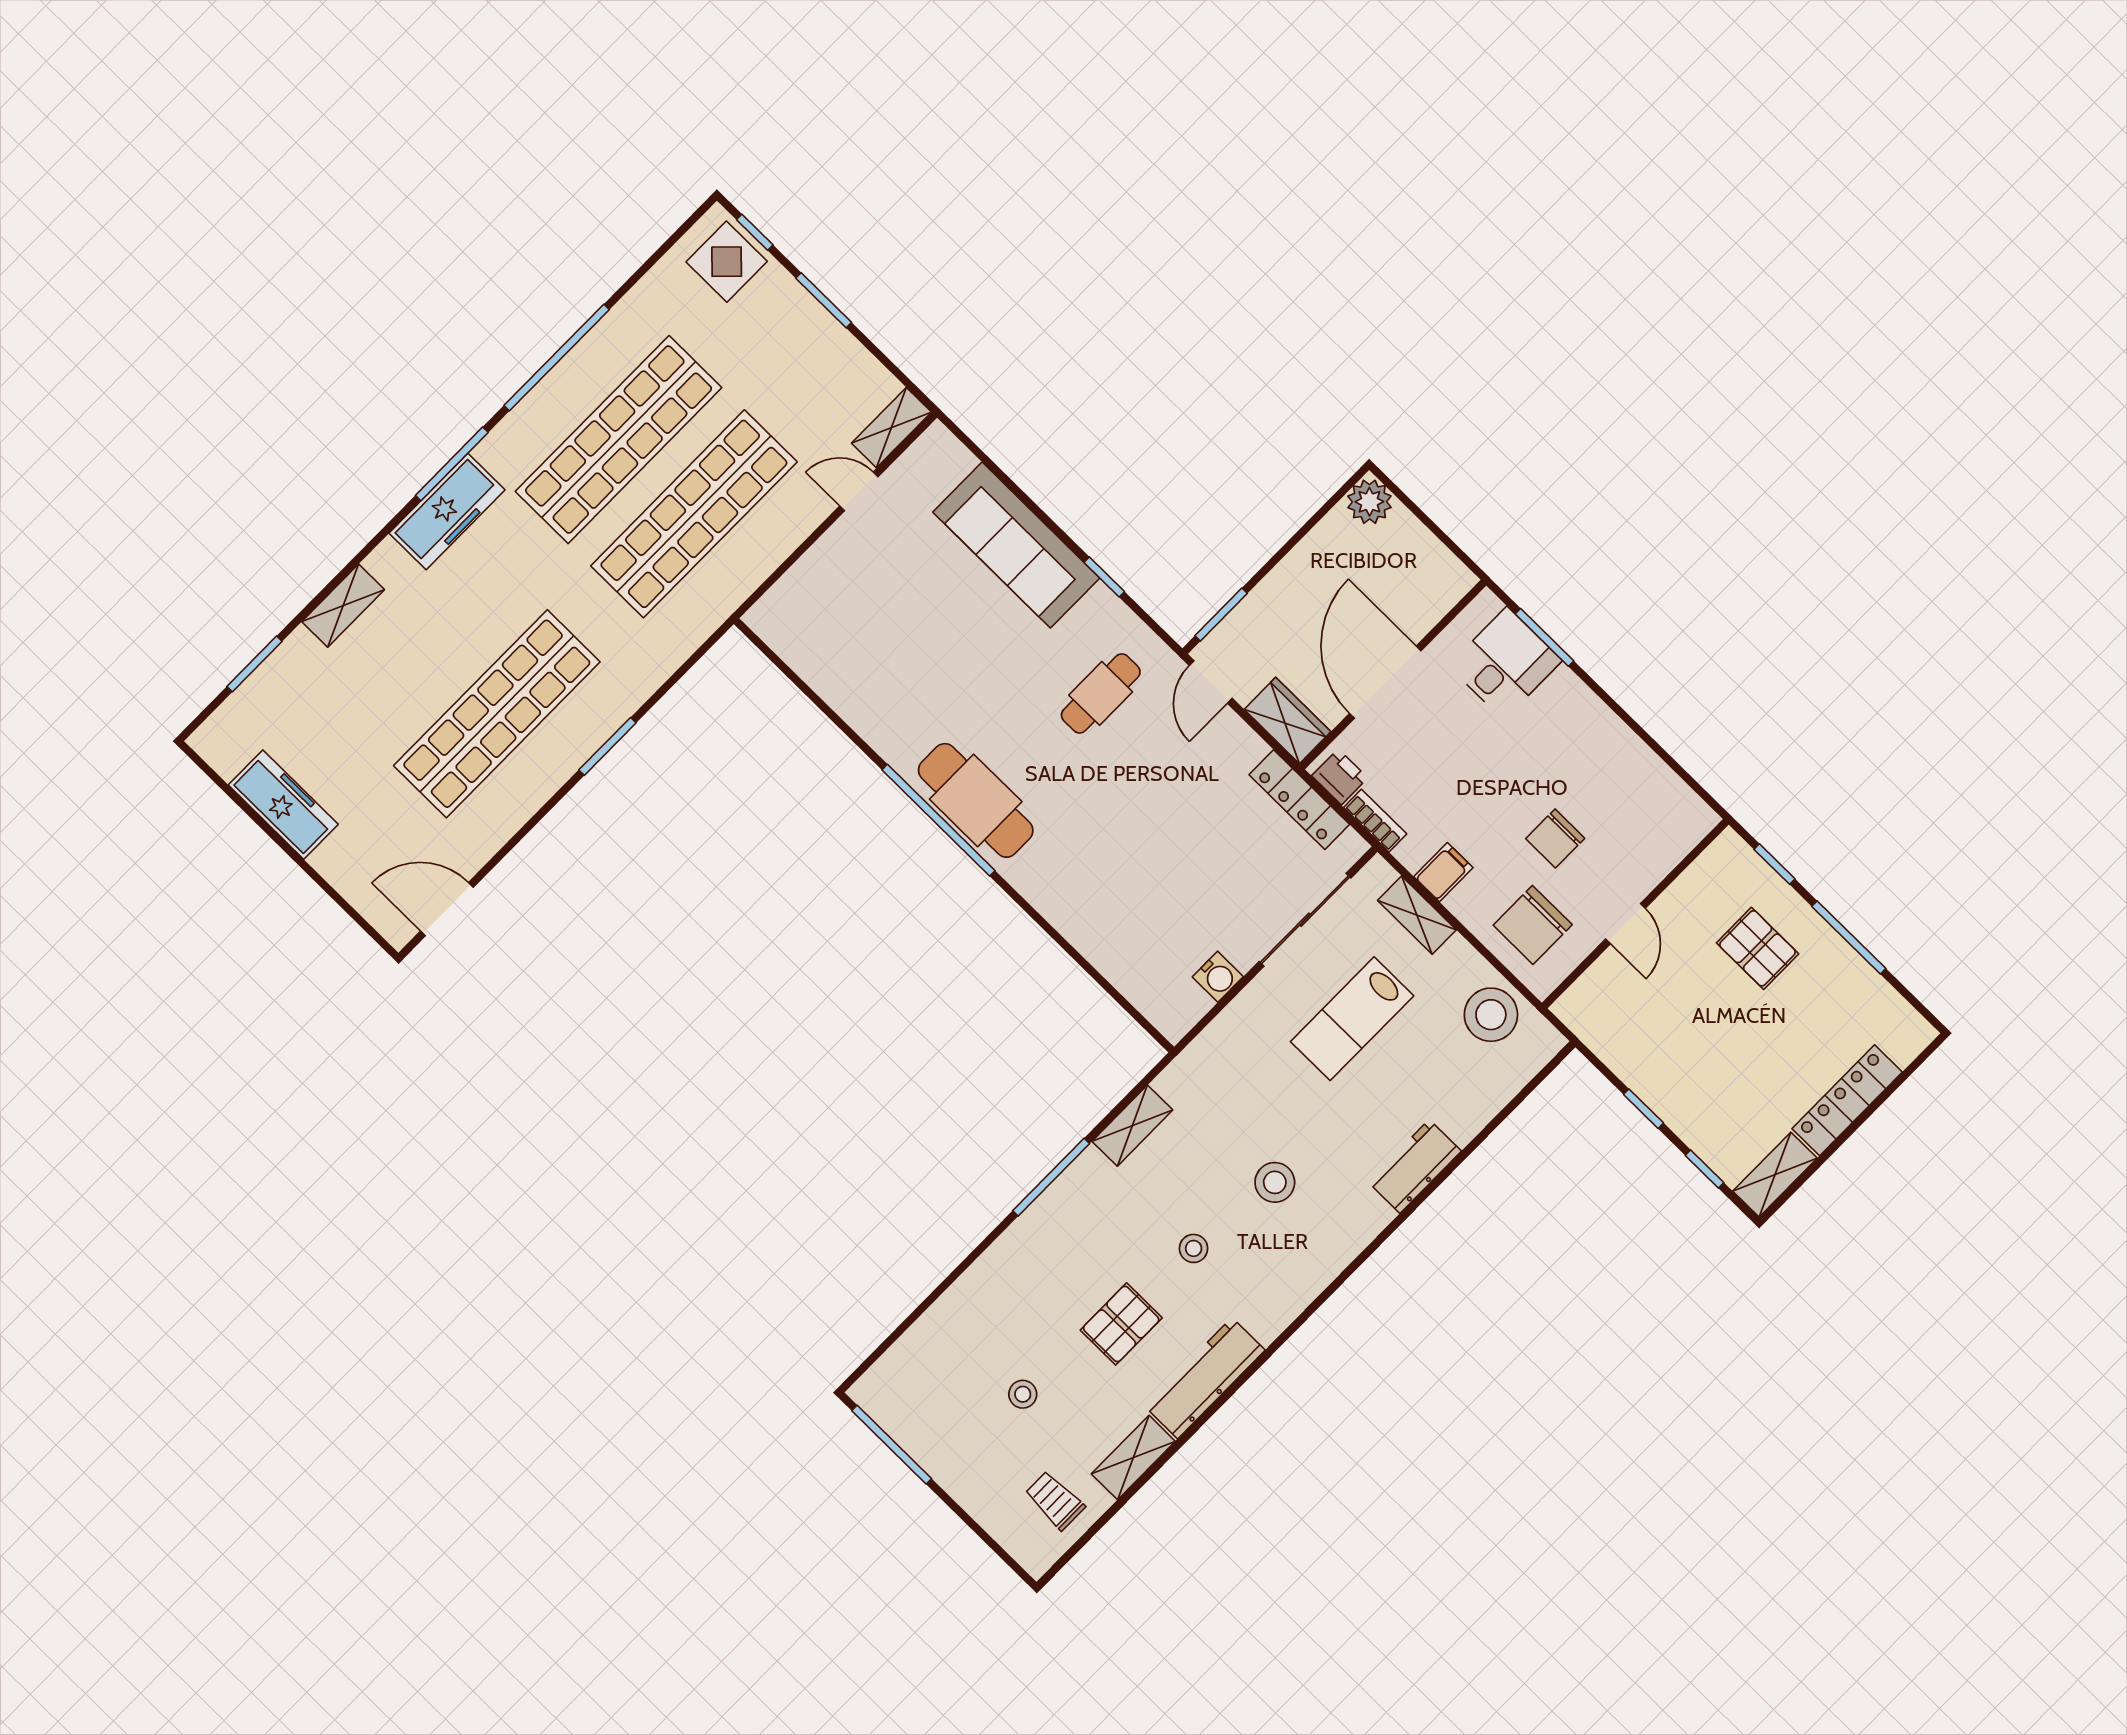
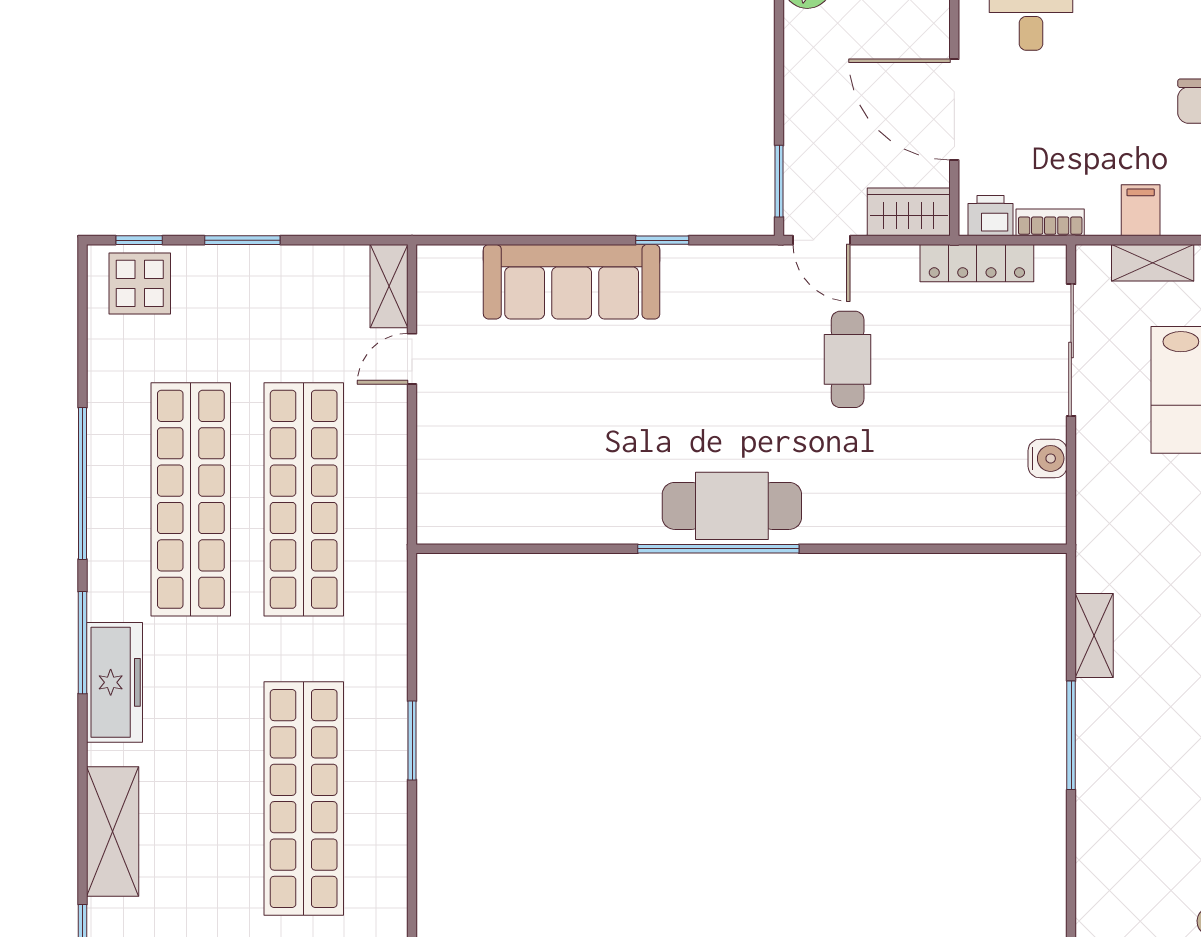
shelving: (343, 606) -> (113, 831), width x1.50, depth x1.33
cafe table: (1101, 693) -> (848, 359), moved

